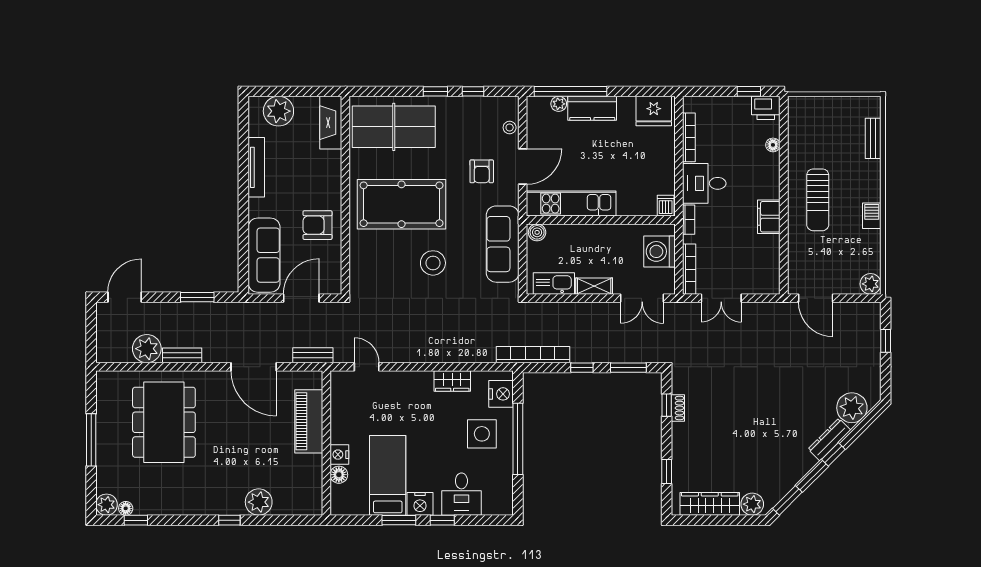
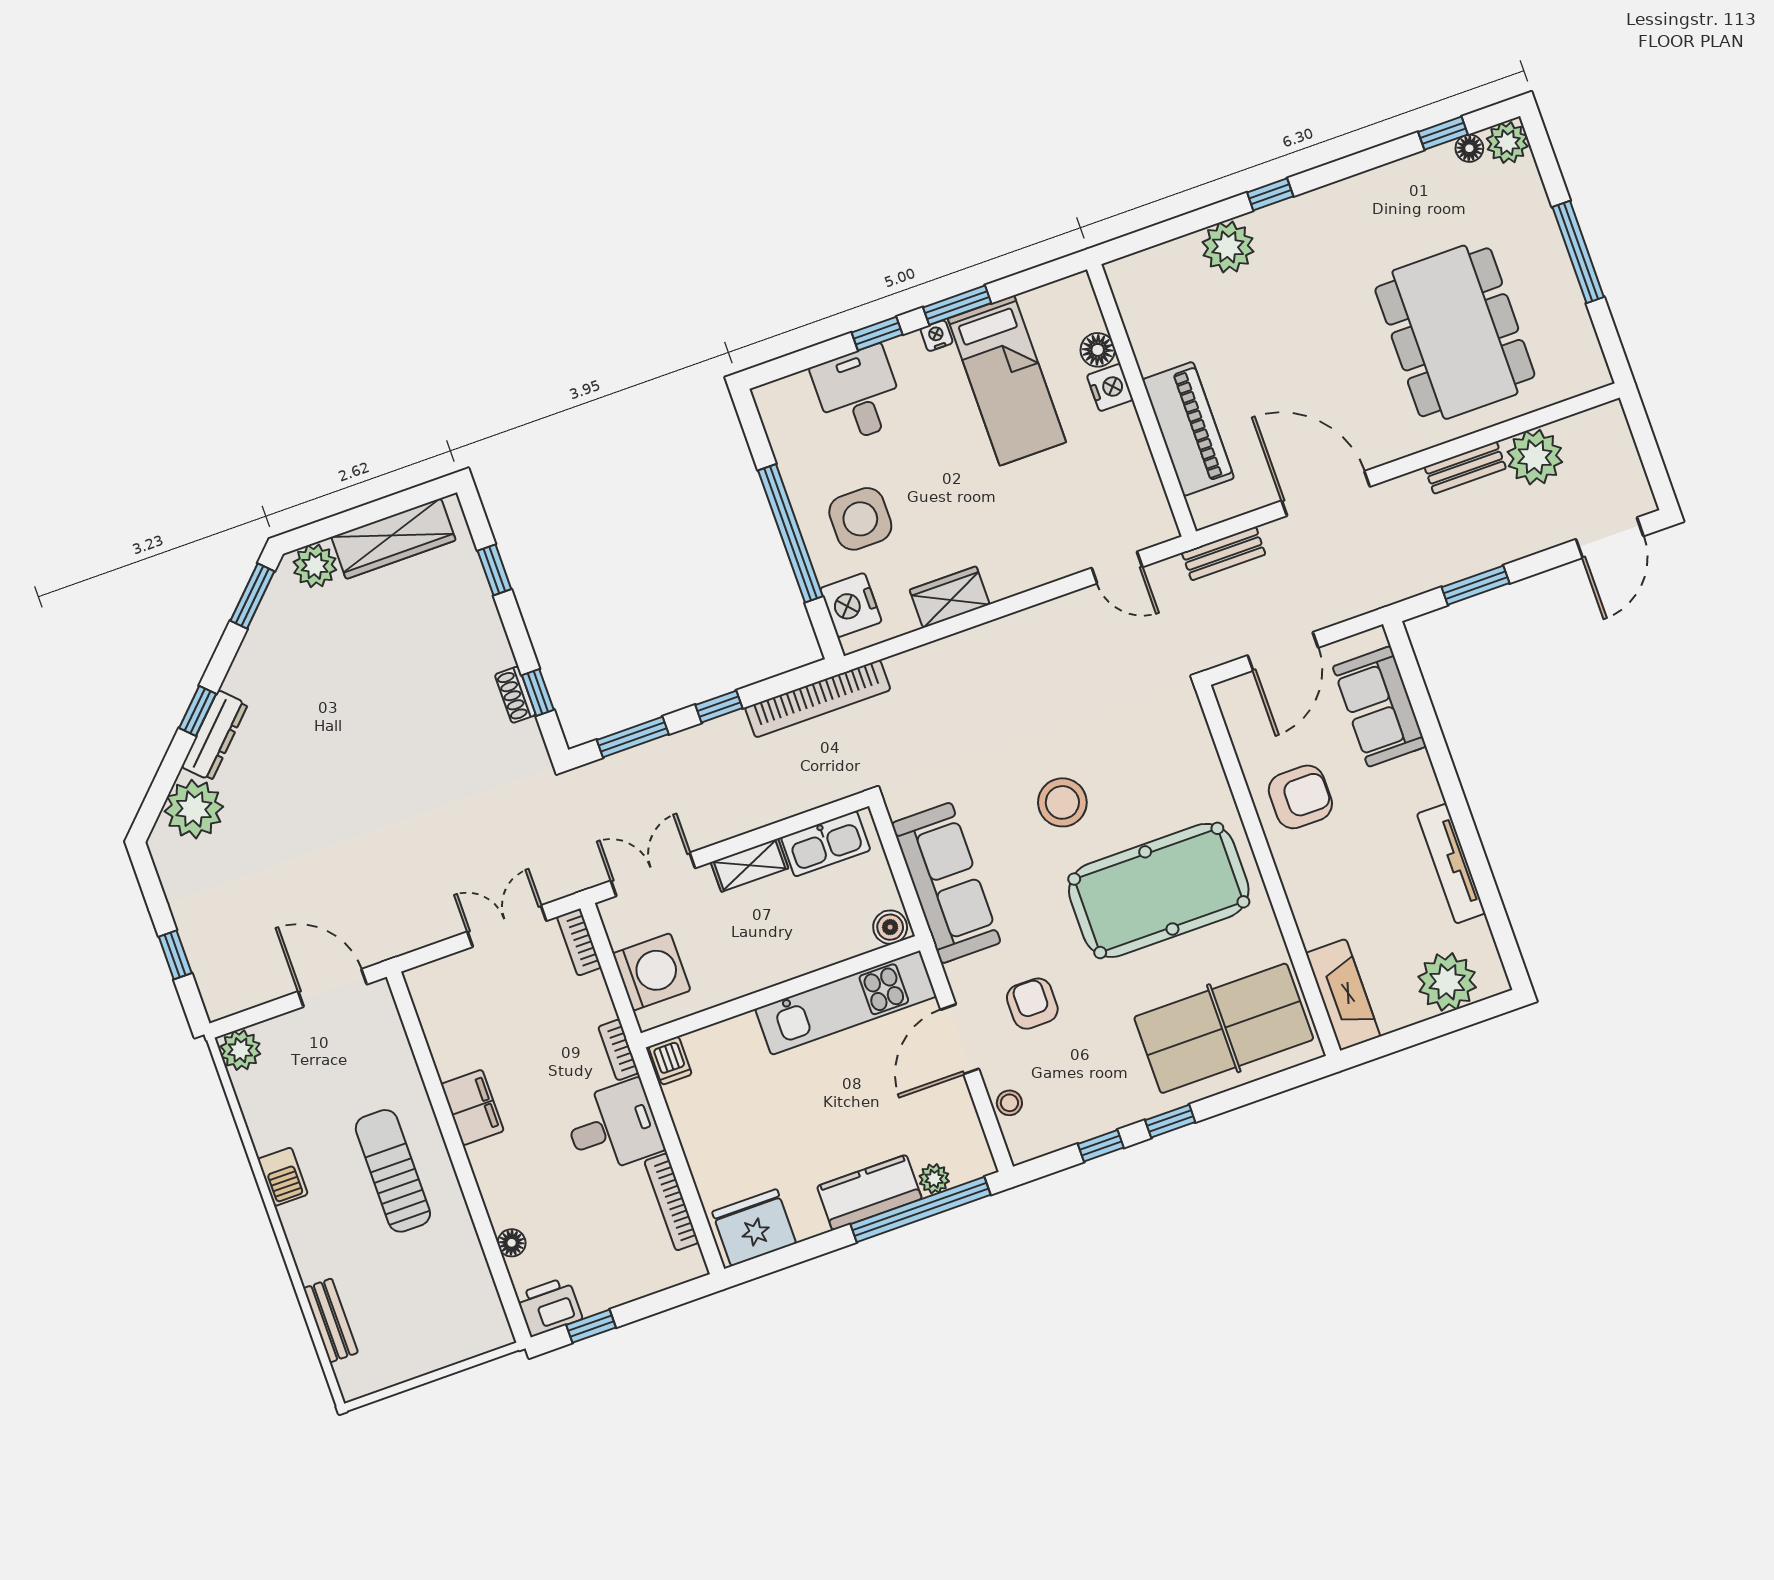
sofa: (264, 255) -> (1379, 706), width x0.73
bookcase: (689, 269) -> (579, 942), width x0.64
nightstand: (420, 504) -> (937, 336), width x0.53, depth x0.56

